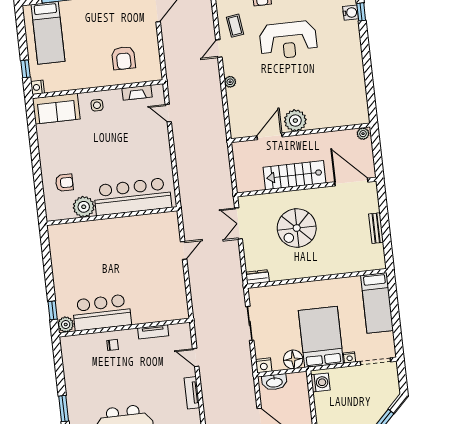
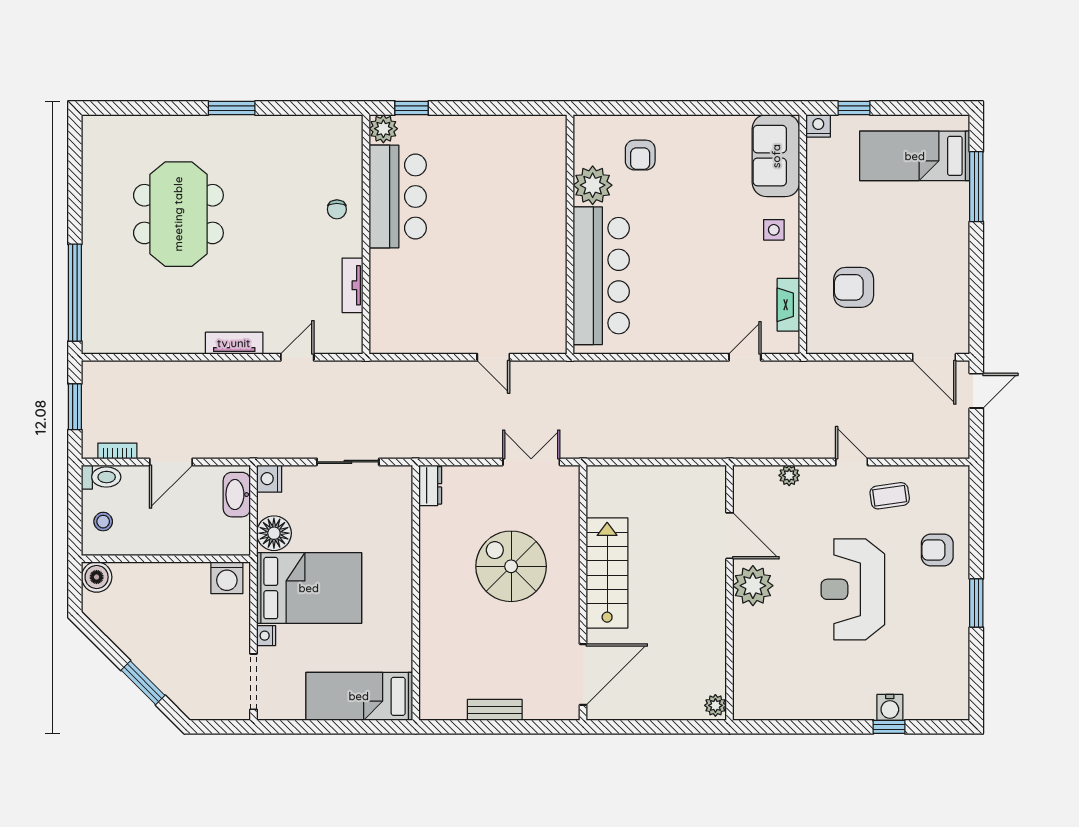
plant: (295, 121) -> (753, 586), moved
wall: (301, 133) -> (730, 593), moved
plant: (363, 134) -> (715, 705), moved
door: (270, 136) -> (730, 536), moved

